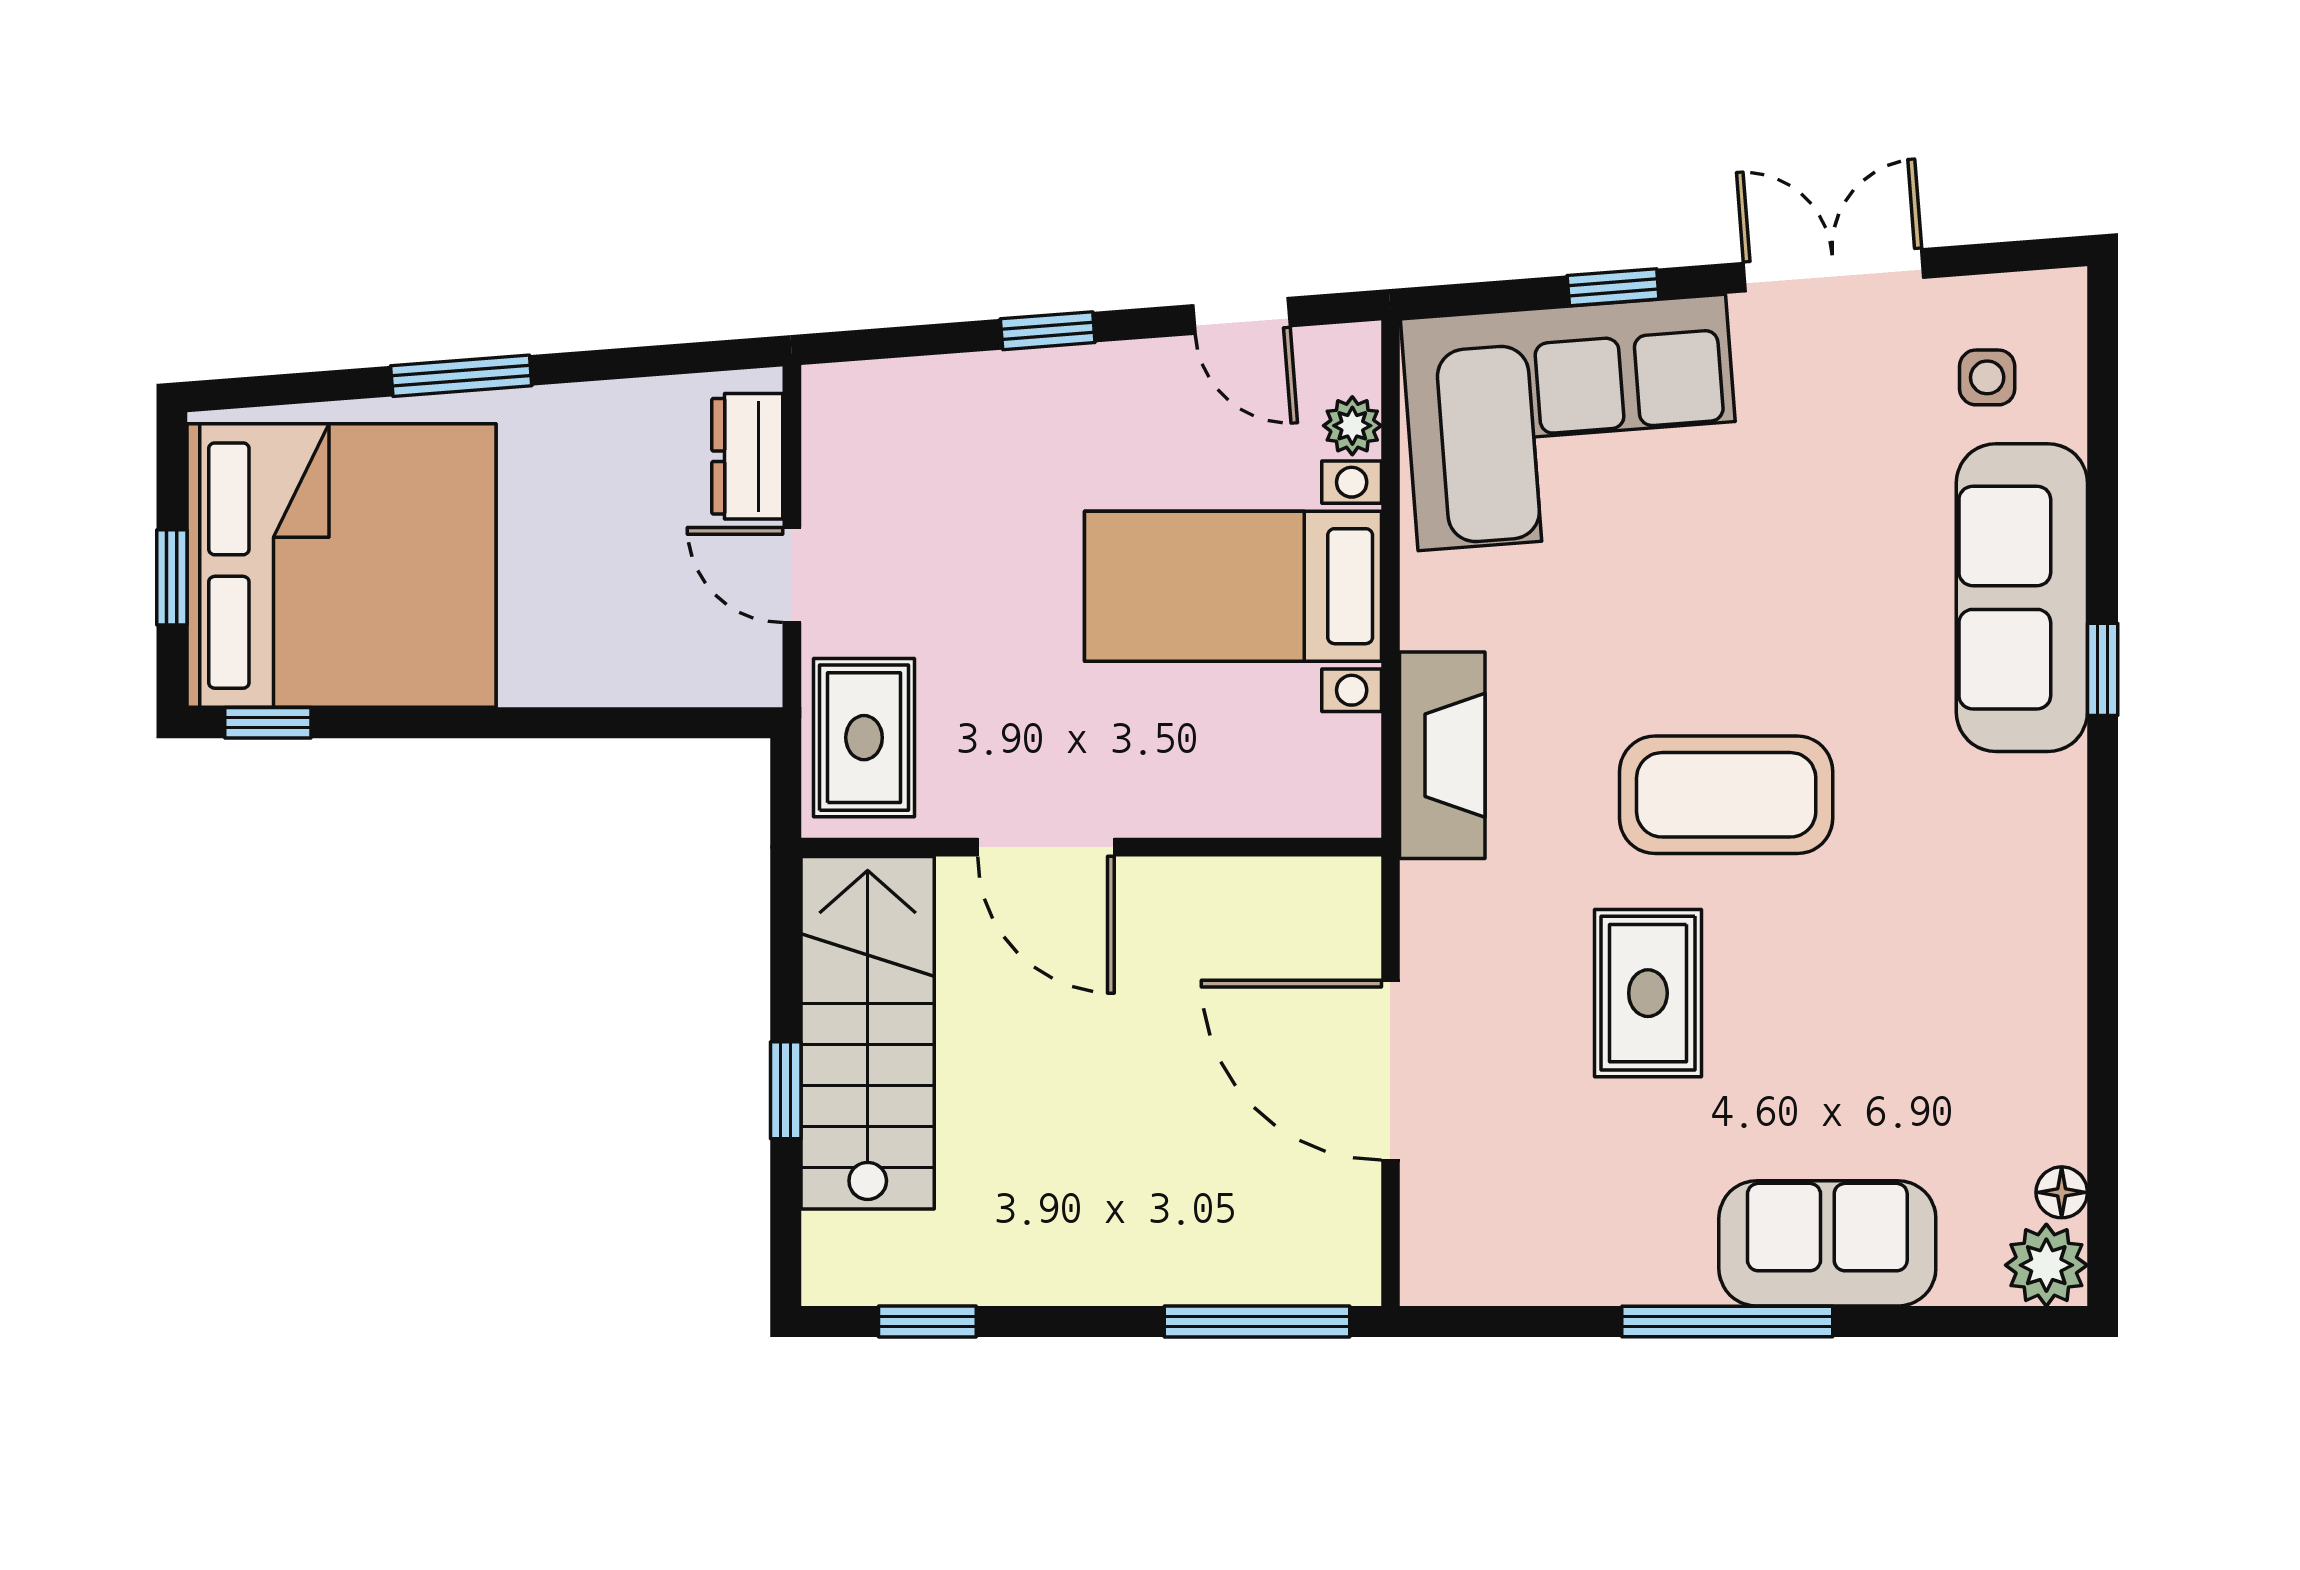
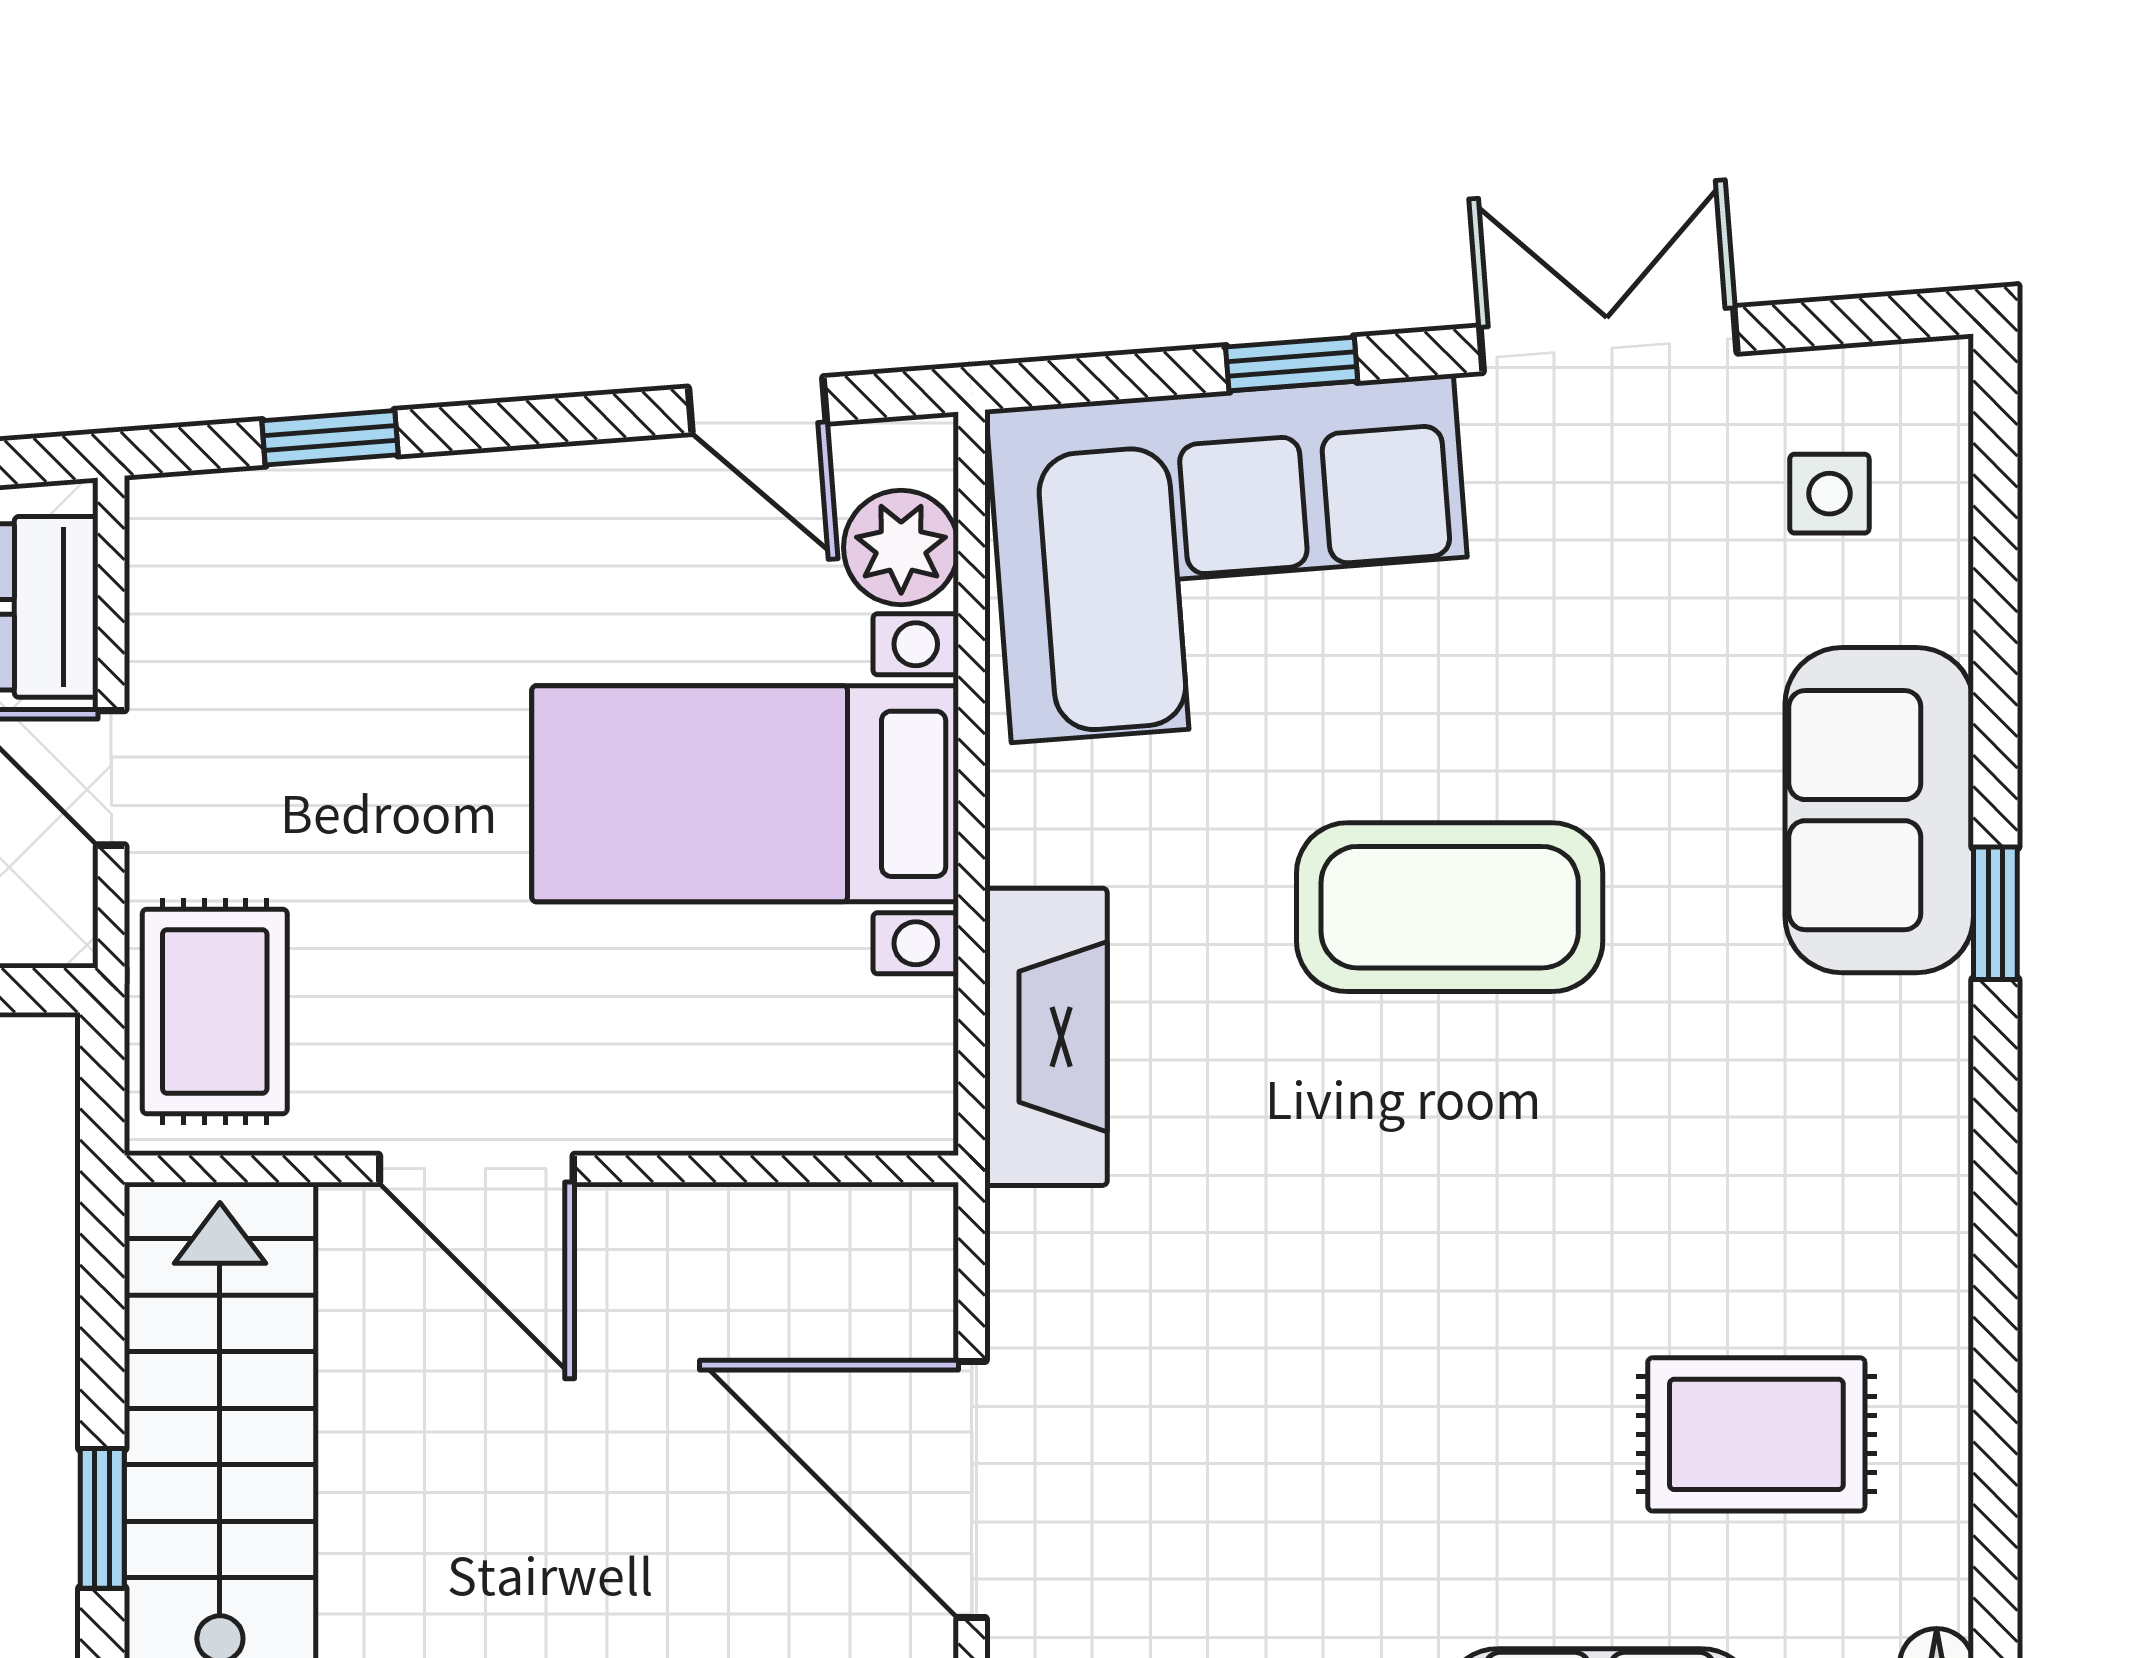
window: (1048, 331) -> (330, 438), moved
plant: (1352, 426) -> (901, 547), width x1.38, depth x1.38
sofa: (2022, 598) -> (1879, 810), width x0.73
coffee table: (1726, 795) -> (1450, 907), moved
rug: (1648, 993) -> (1756, 1434), moved, turned 90

